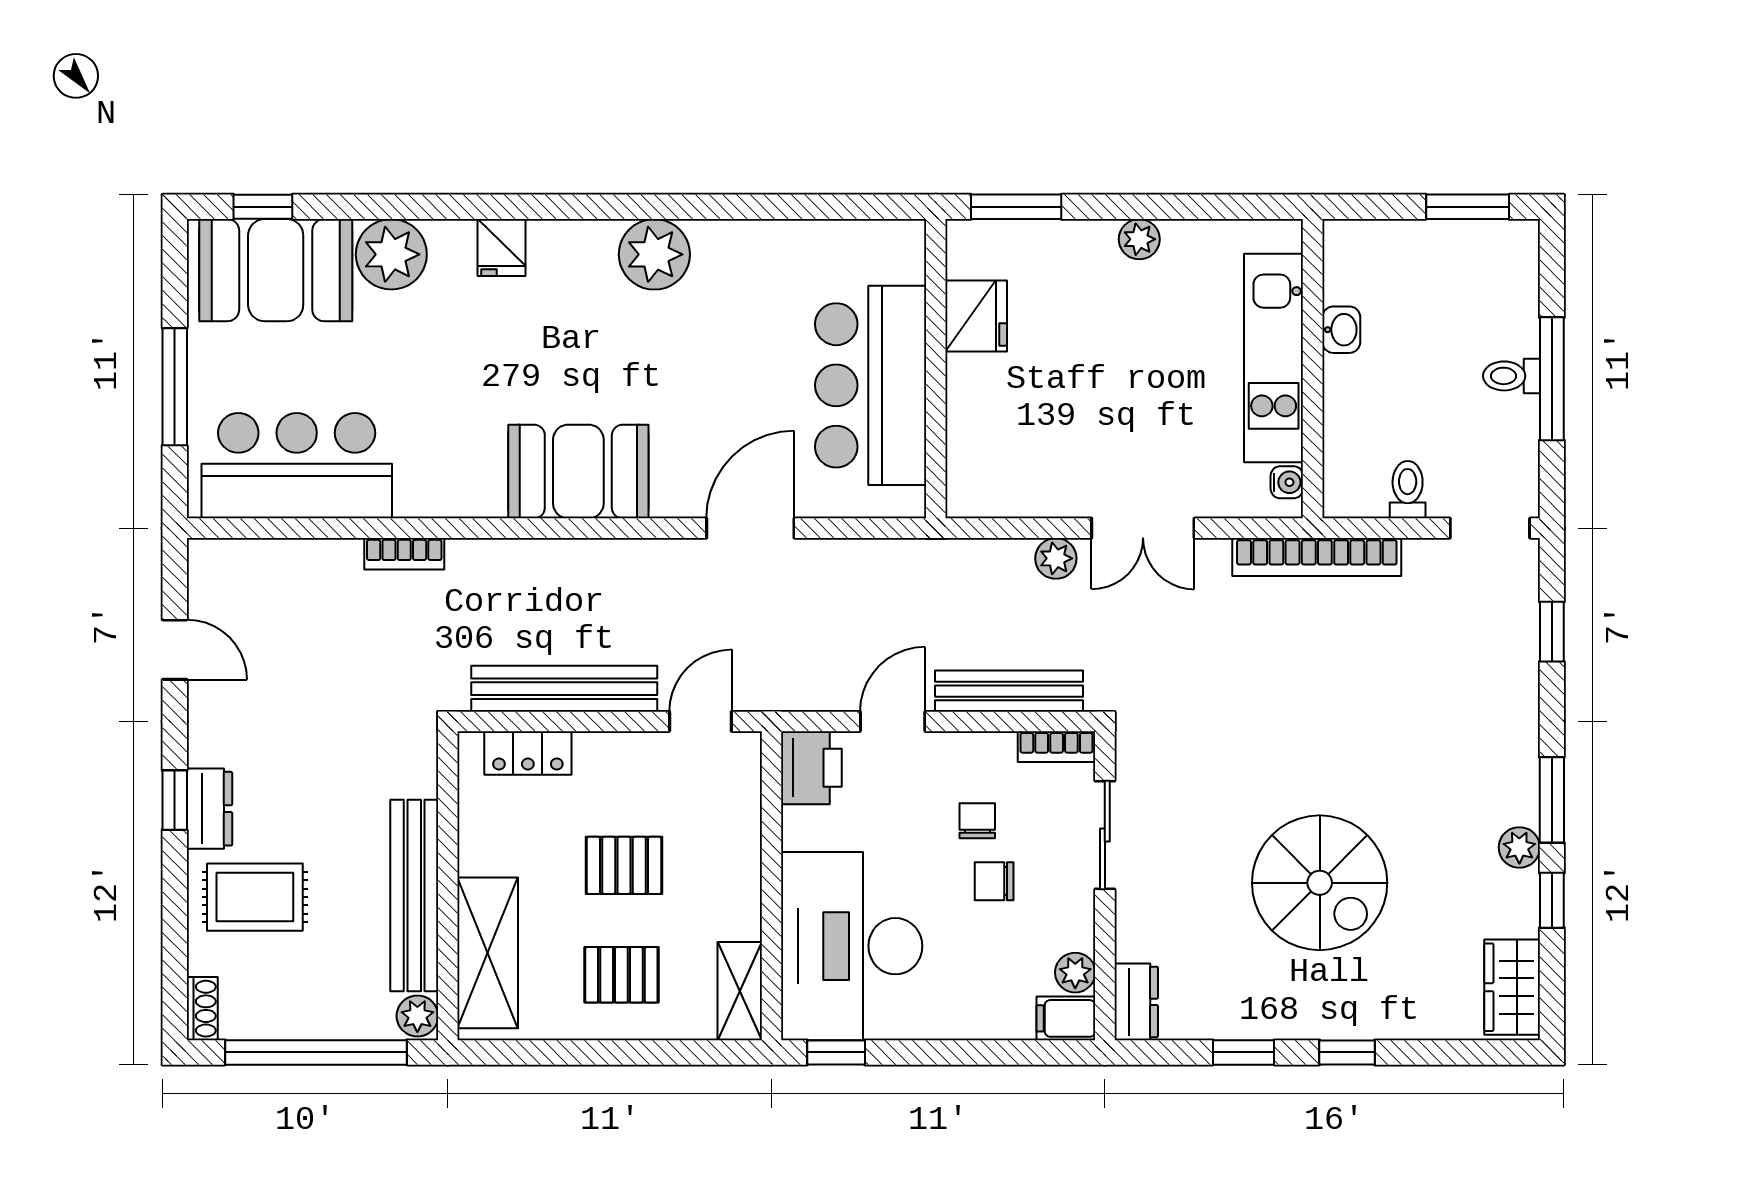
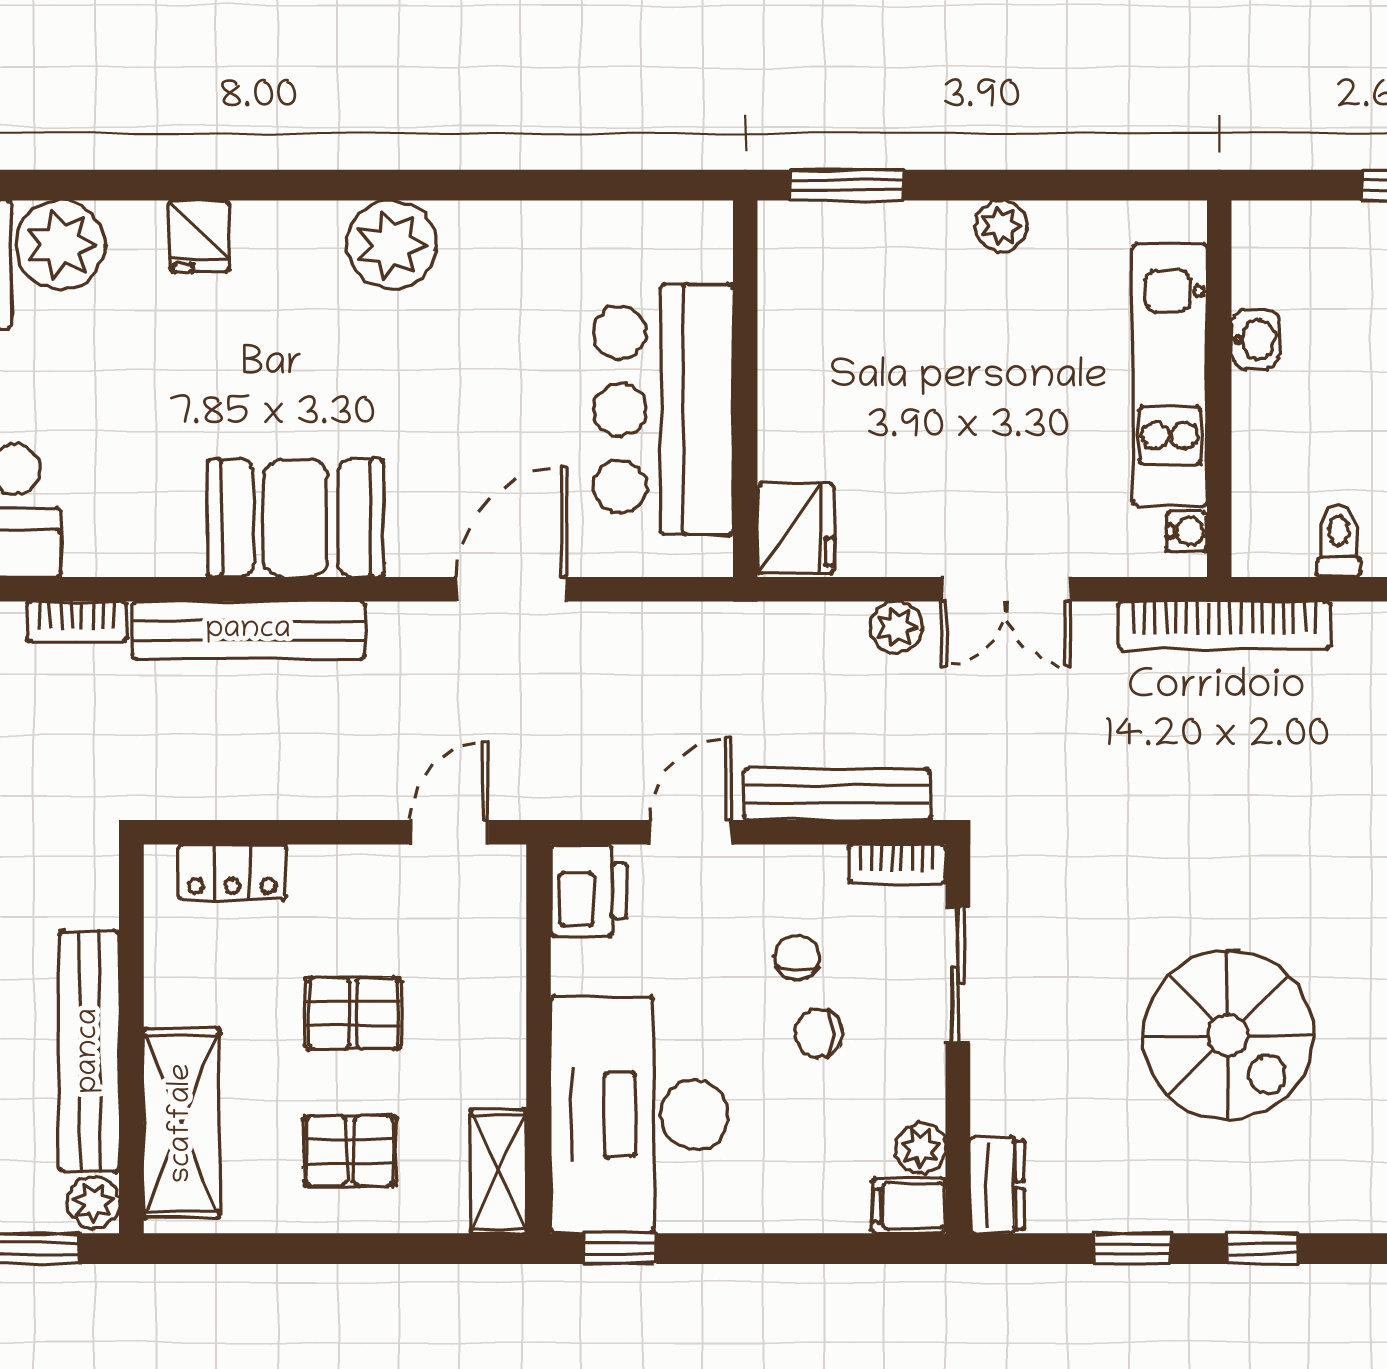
fridge: (976, 316) -> (796, 528), moved
bench: (564, 689) -> (248, 630), moved

